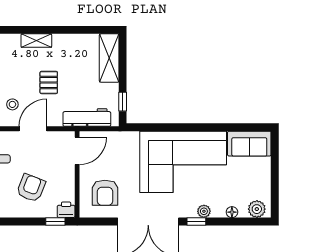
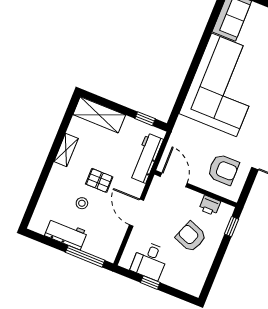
shelving: (36, 41) -> (66, 150), moved
stool: (12, 104) -> (82, 203), moved
printer: (66, 210) -> (210, 205), moved, turned -90

